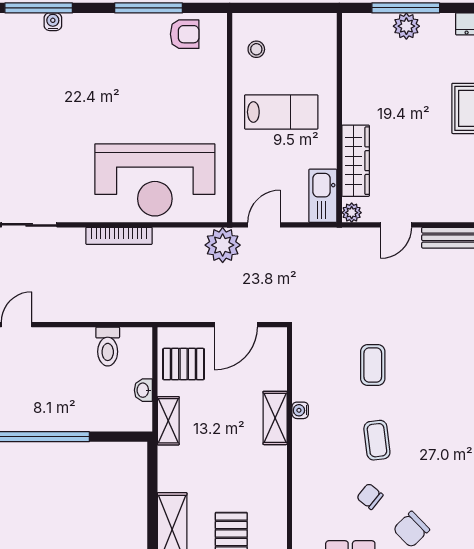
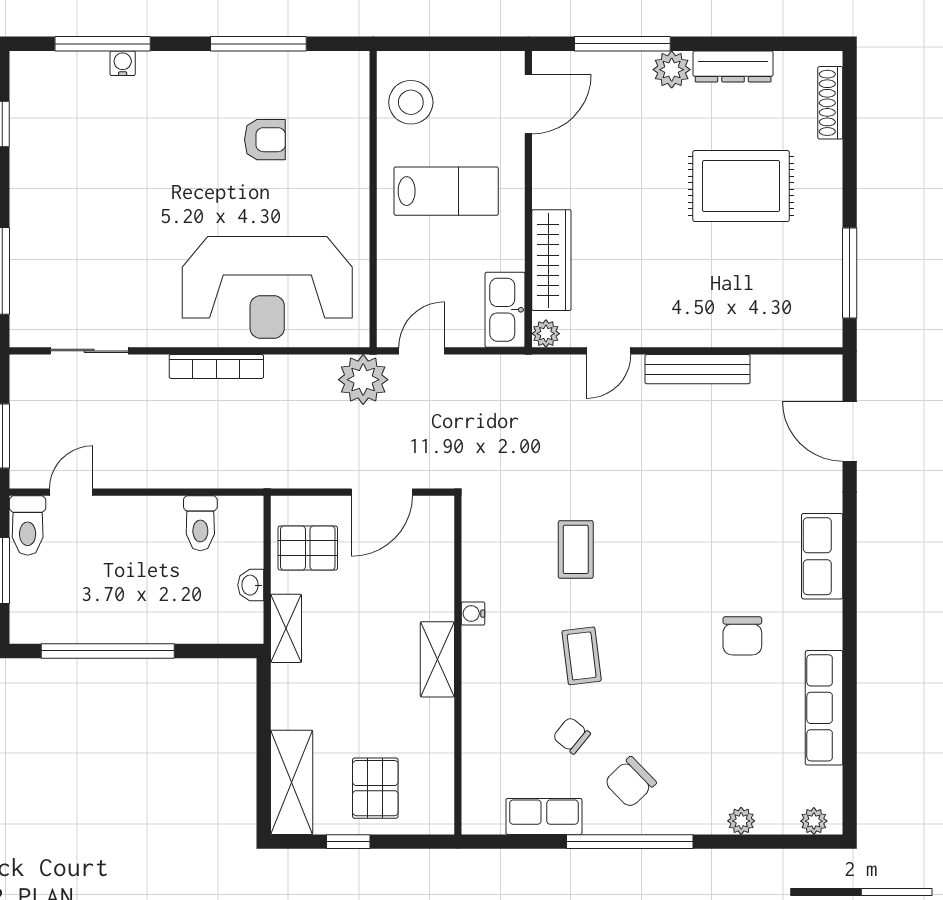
plant: (406, 26) -> (672, 70), moved
armchair: (185, 34) -> (265, 140), moved
stool: (256, 49) -> (411, 102), width x1.89, depth x1.89
door: (339, 51) -> (528, 104), added
shelving: (275, 418) -> (437, 659), moved

